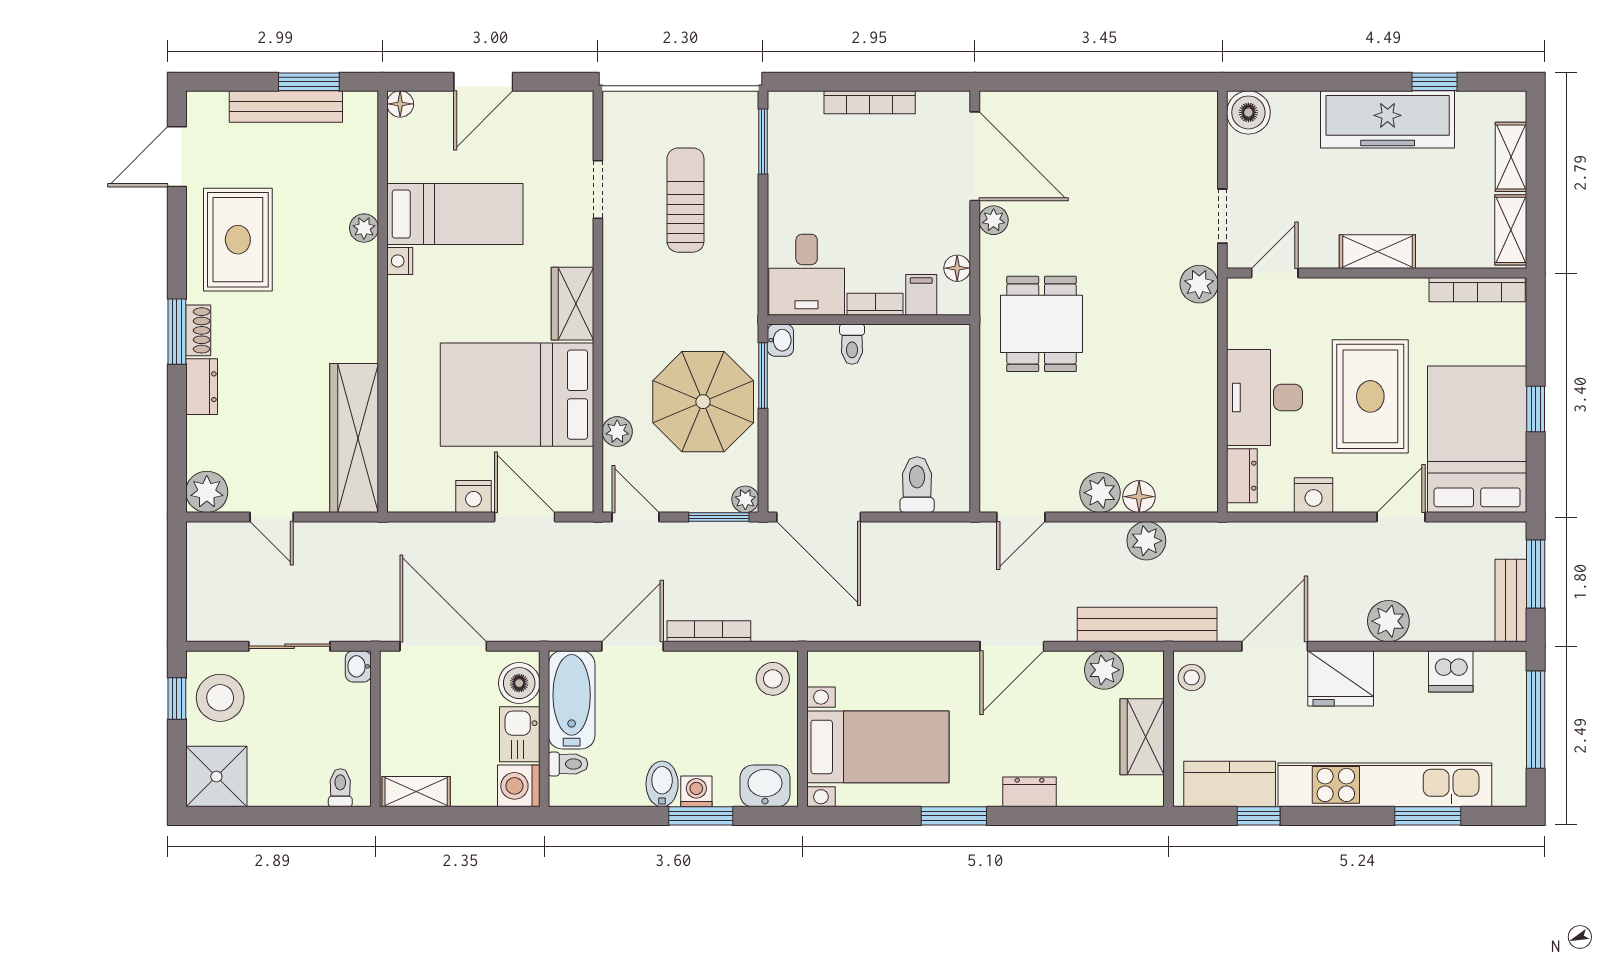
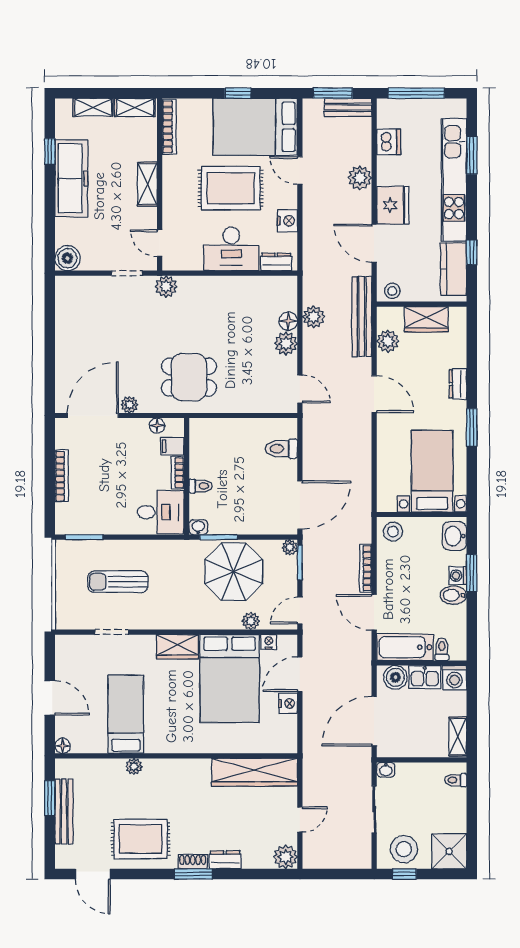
nightstand: (400, 261) -> (269, 642), moved, turned 180

